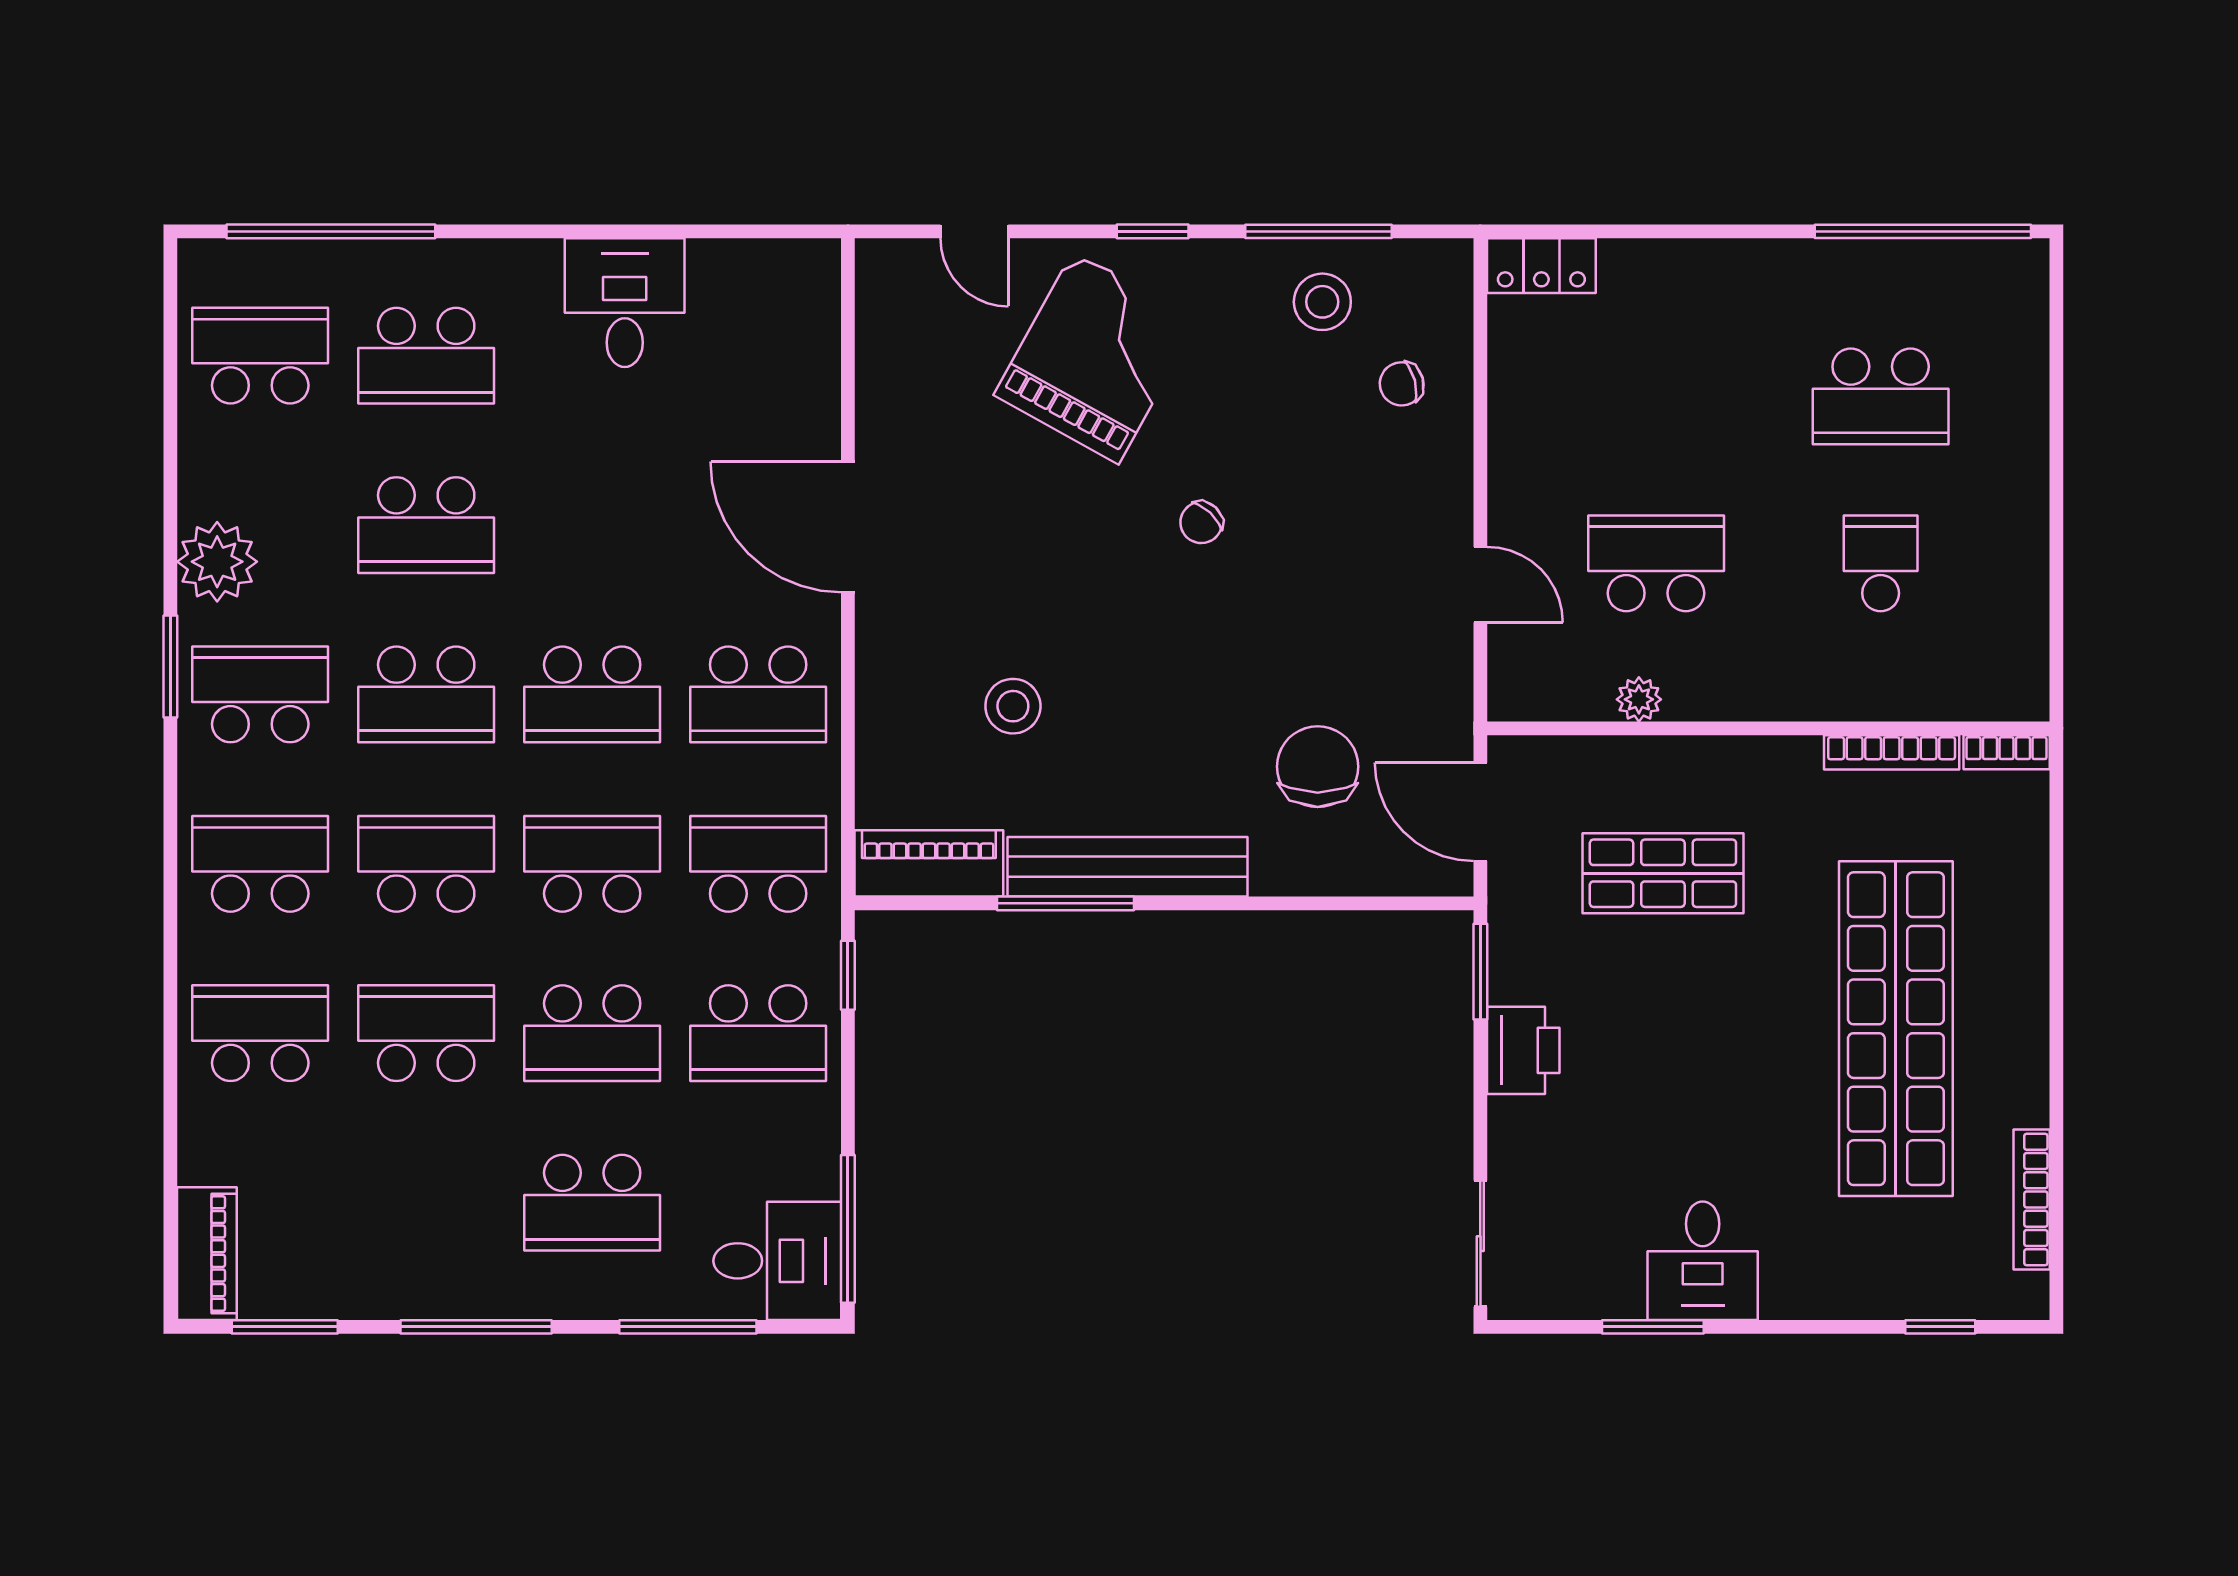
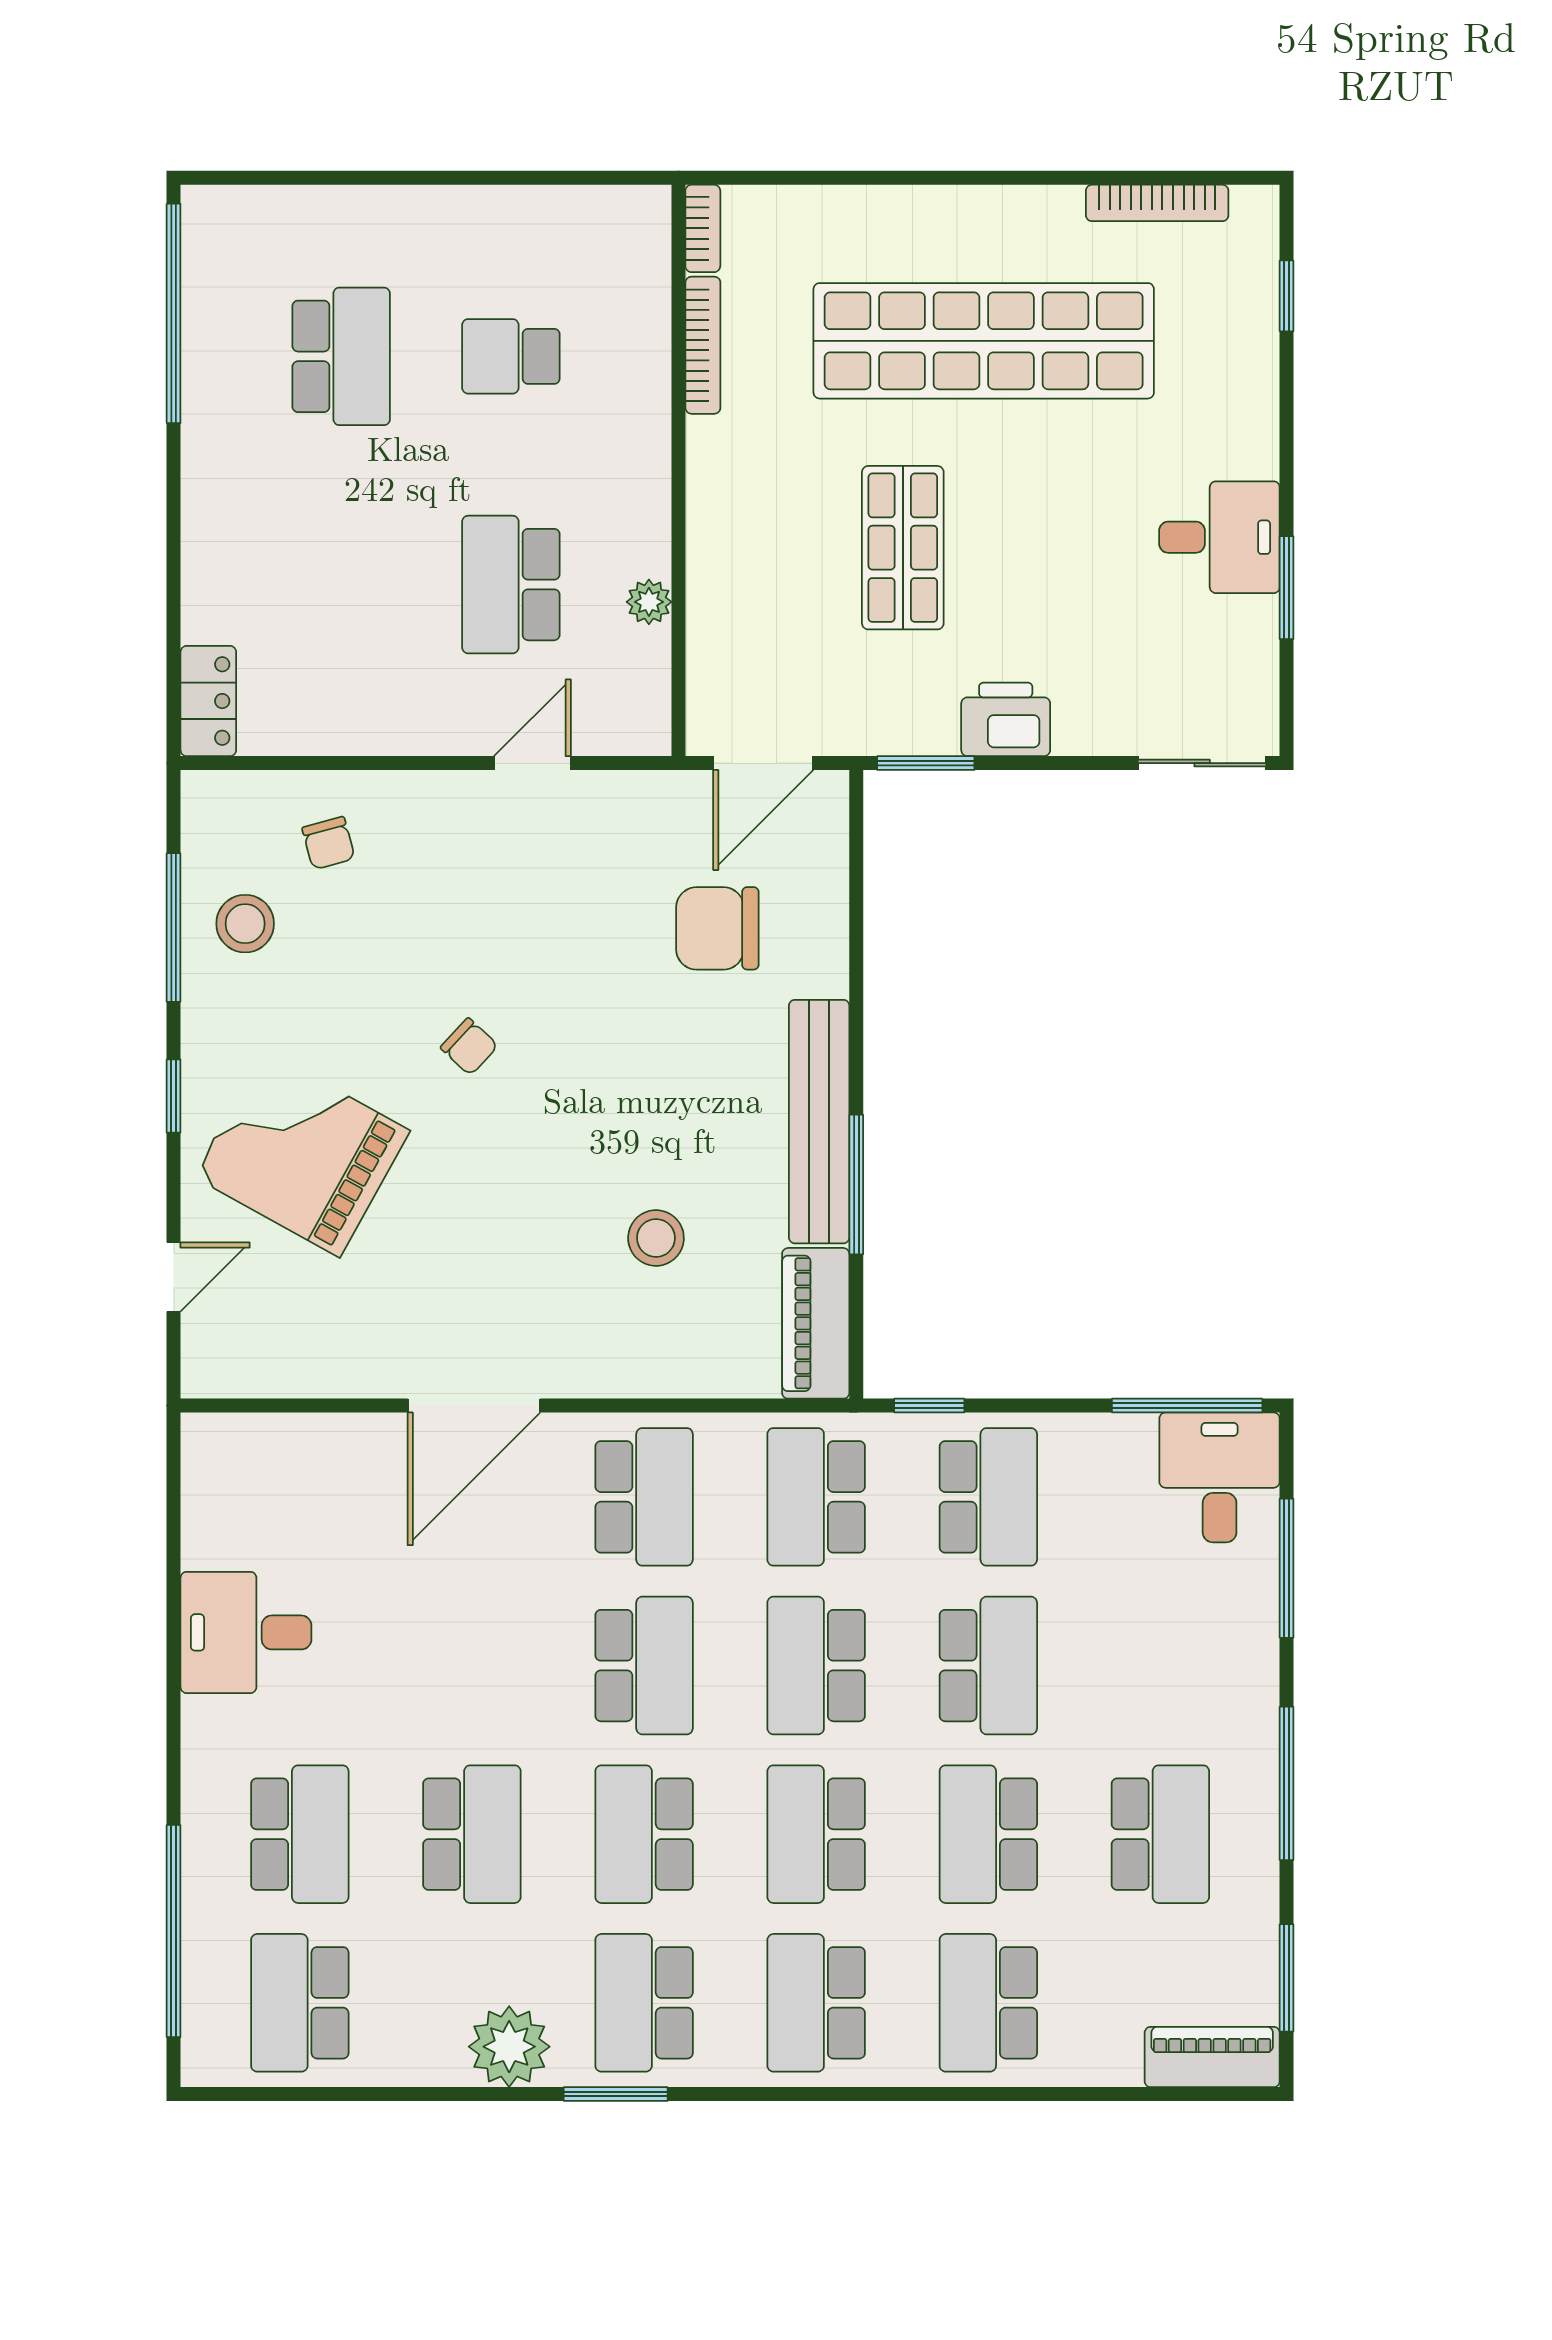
school desk: (426, 694) -> (644, 1834), turned 180
shop shelf: (1663, 873) -> (903, 548), moved
school desk: (592, 1203) -> (1160, 1834), moved

